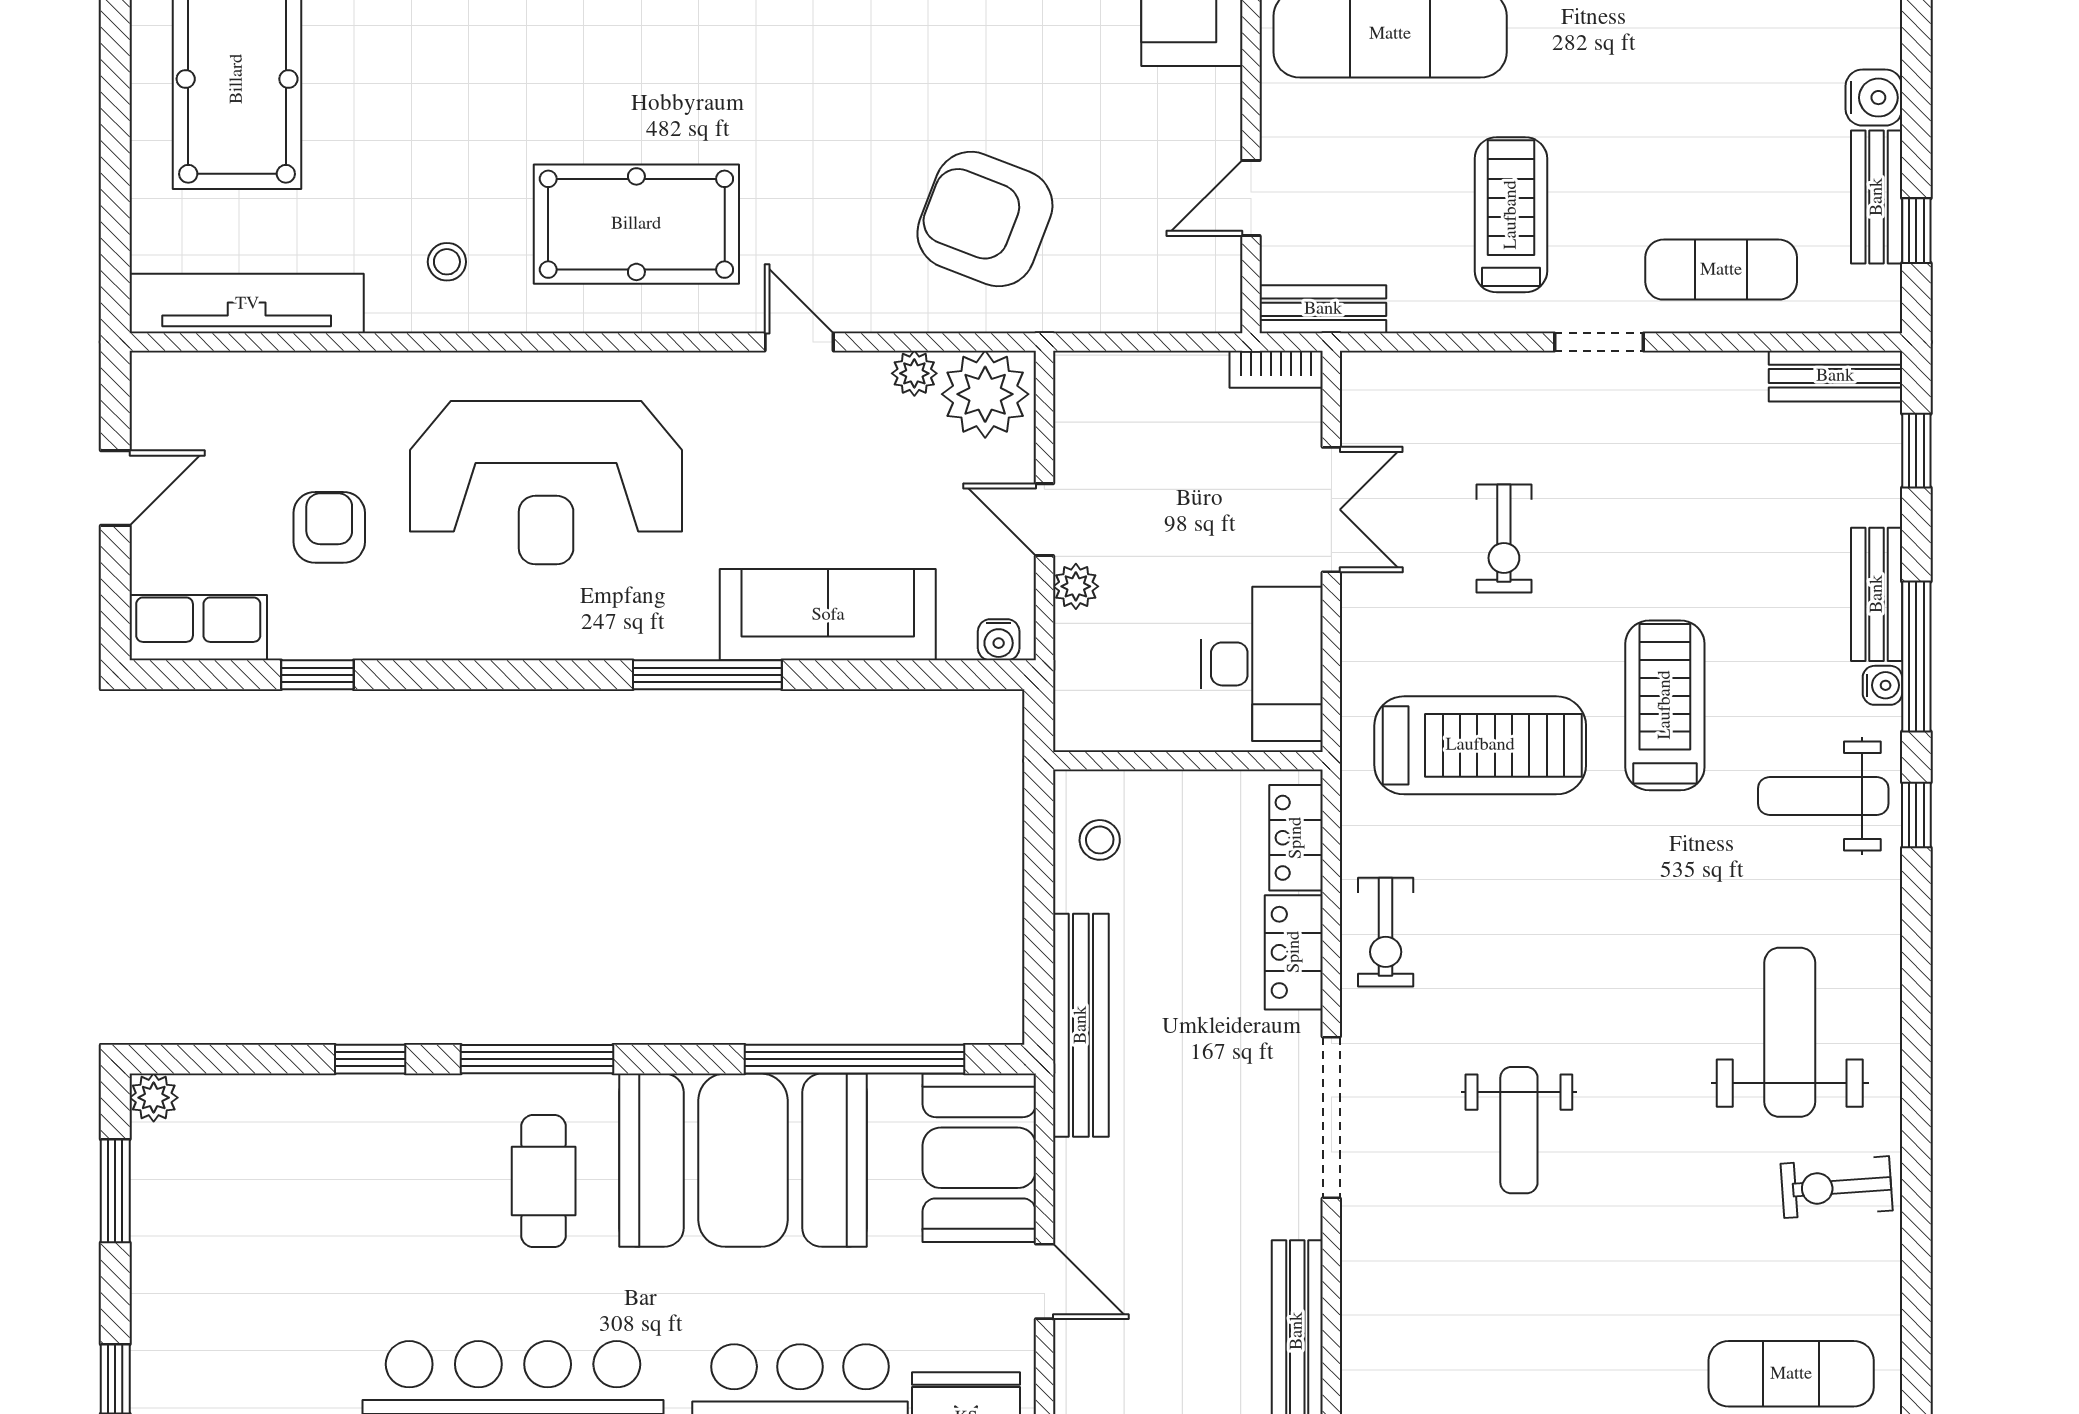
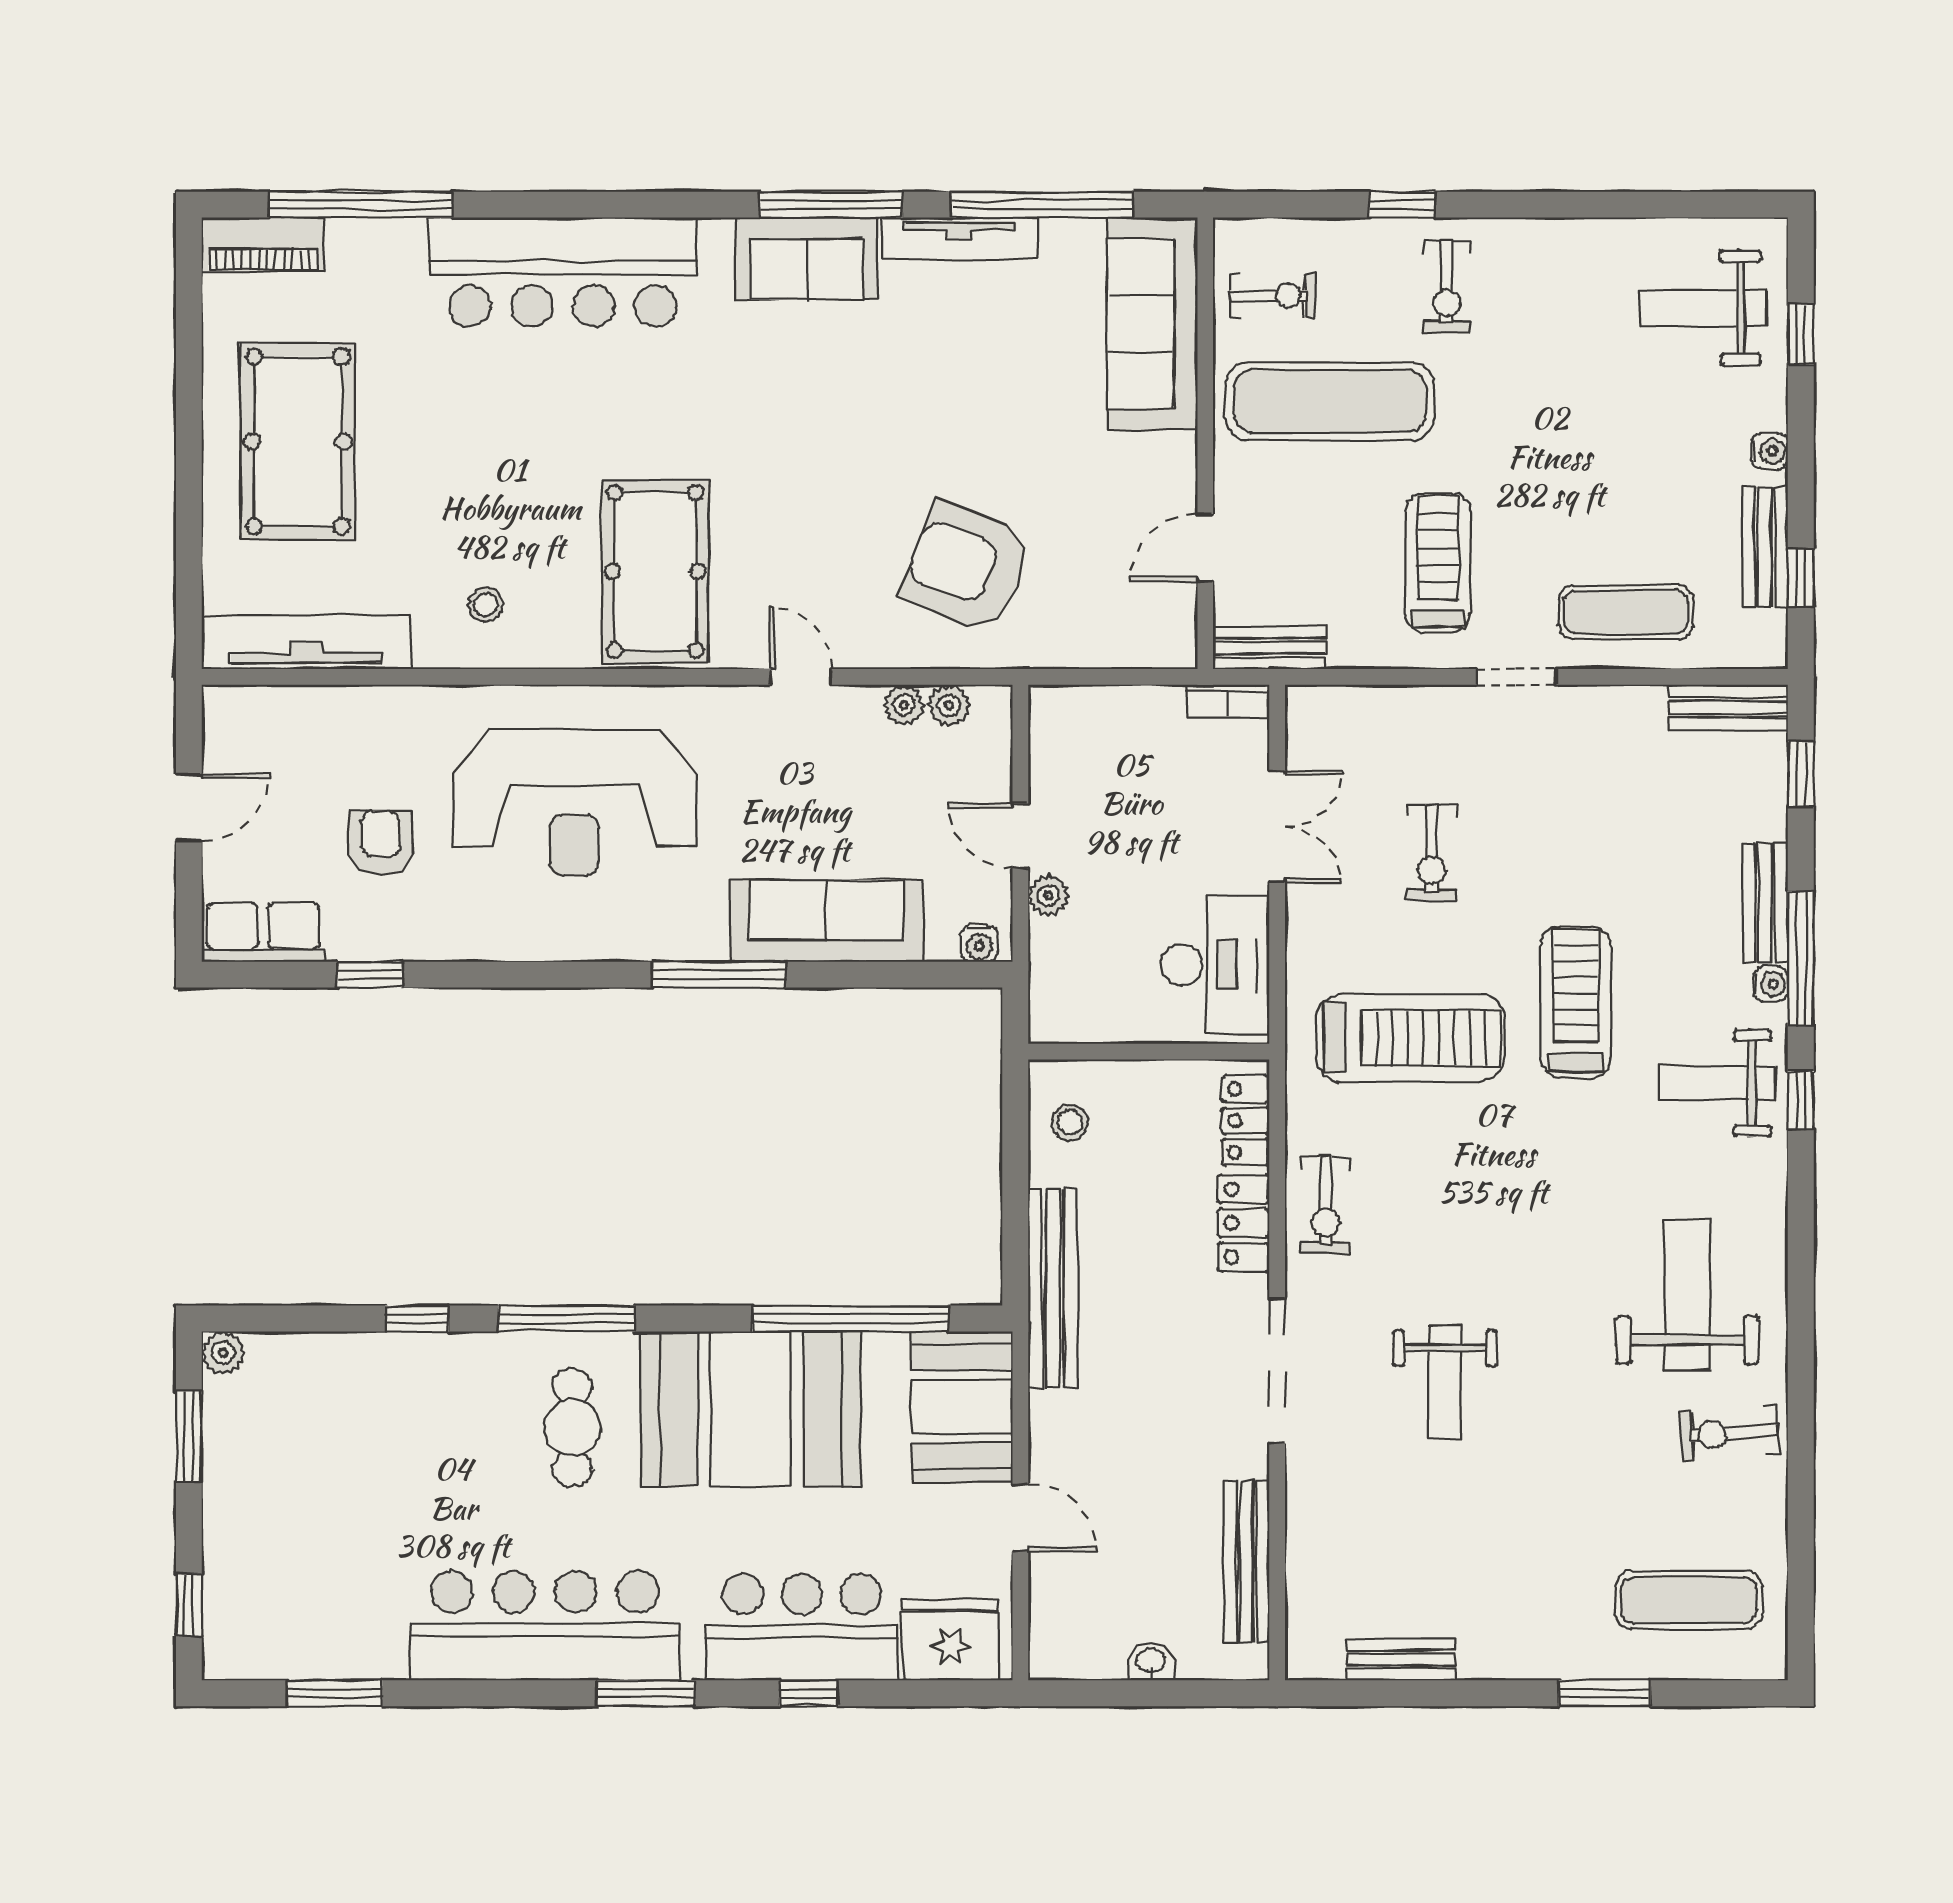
water cooler: (1874, 98) -> (1770, 451), width x0.72, depth x0.72
pool table: (636, 224) -> (655, 571), turned 90
plant: (985, 394) -> (949, 705), width x0.53, depth x0.53

